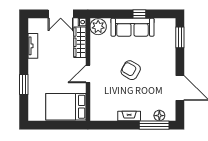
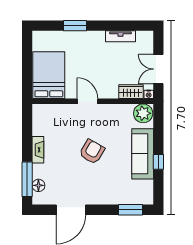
wardrobe: (80, 42) -> (131, 92), width x0.67

